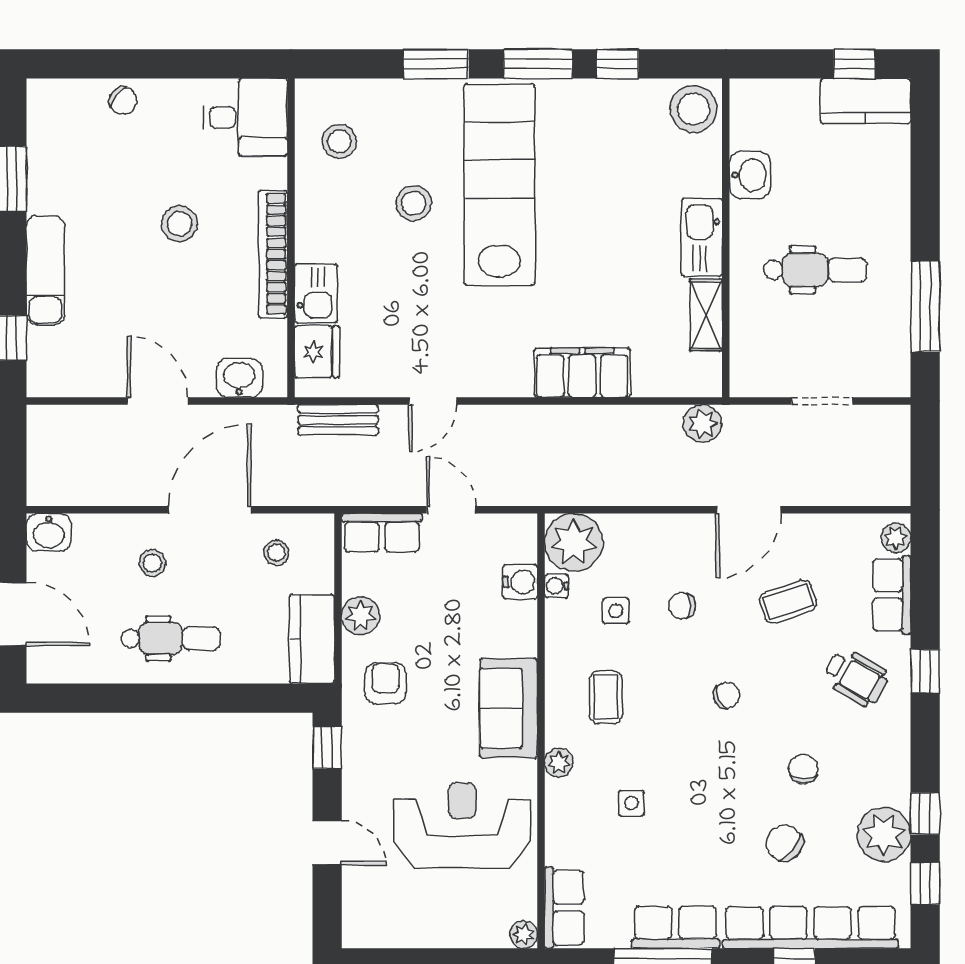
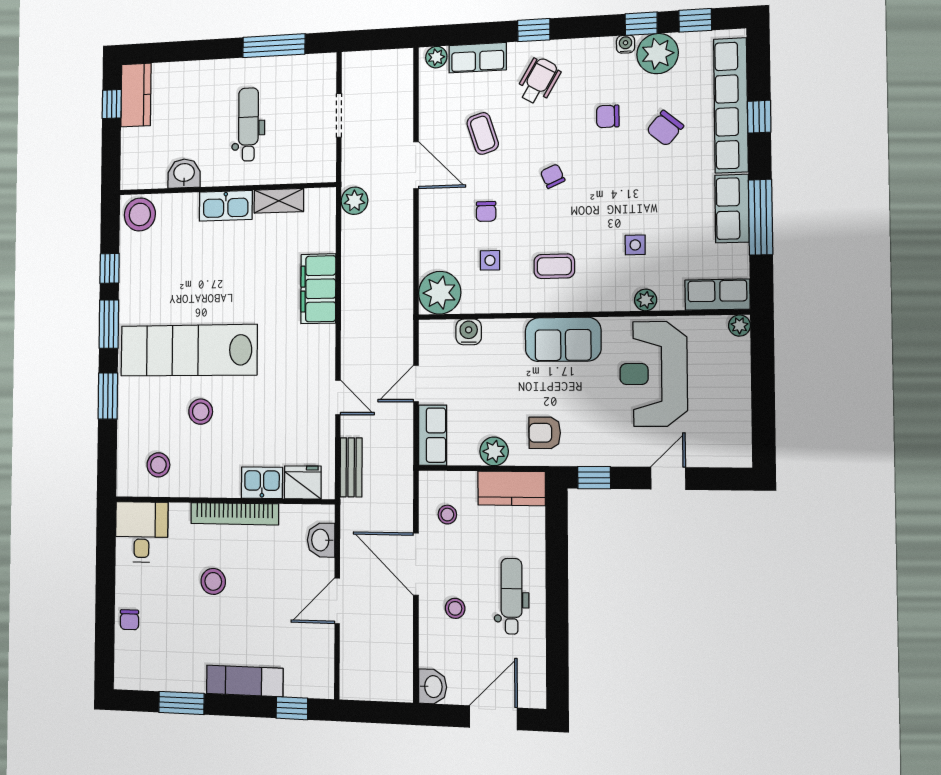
chair: (123, 101) -> (129, 620), turned 141
water cooler: (556, 586) -> (626, 44), moved, turned 180
plant: (559, 763) -> (646, 300), moved

